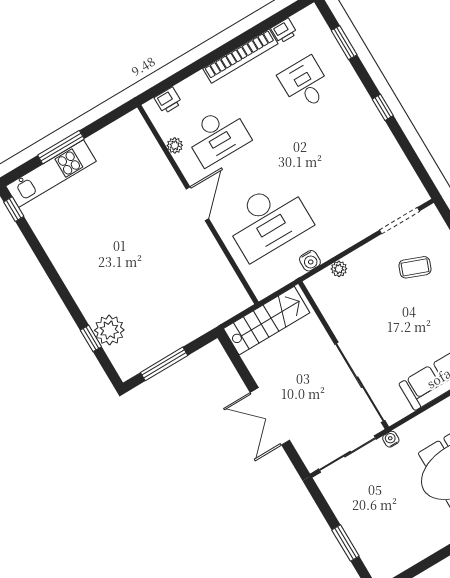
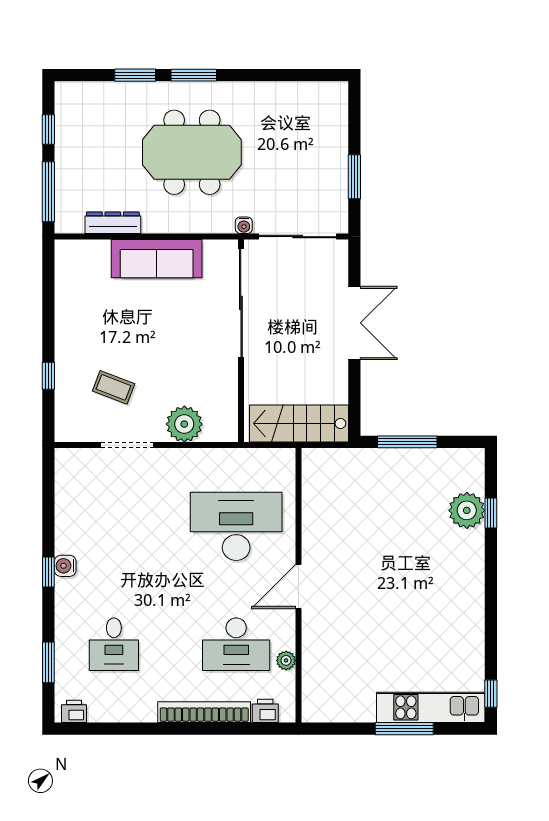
printer: (284, 31) -> (74, 711), moved
bookcase: (240, 56) -> (204, 712), moved
desk: (217, 136) -> (236, 644), turned 180
doorway: (400, 221) -> (127, 445), moved
water cooler: (310, 261) -> (65, 566), moved, turned -90
plant: (339, 269) -> (184, 424), width x1.87, depth x1.87
window: (164, 364) -> (407, 442), moved
window: (345, 543) -> (354, 177), moved

